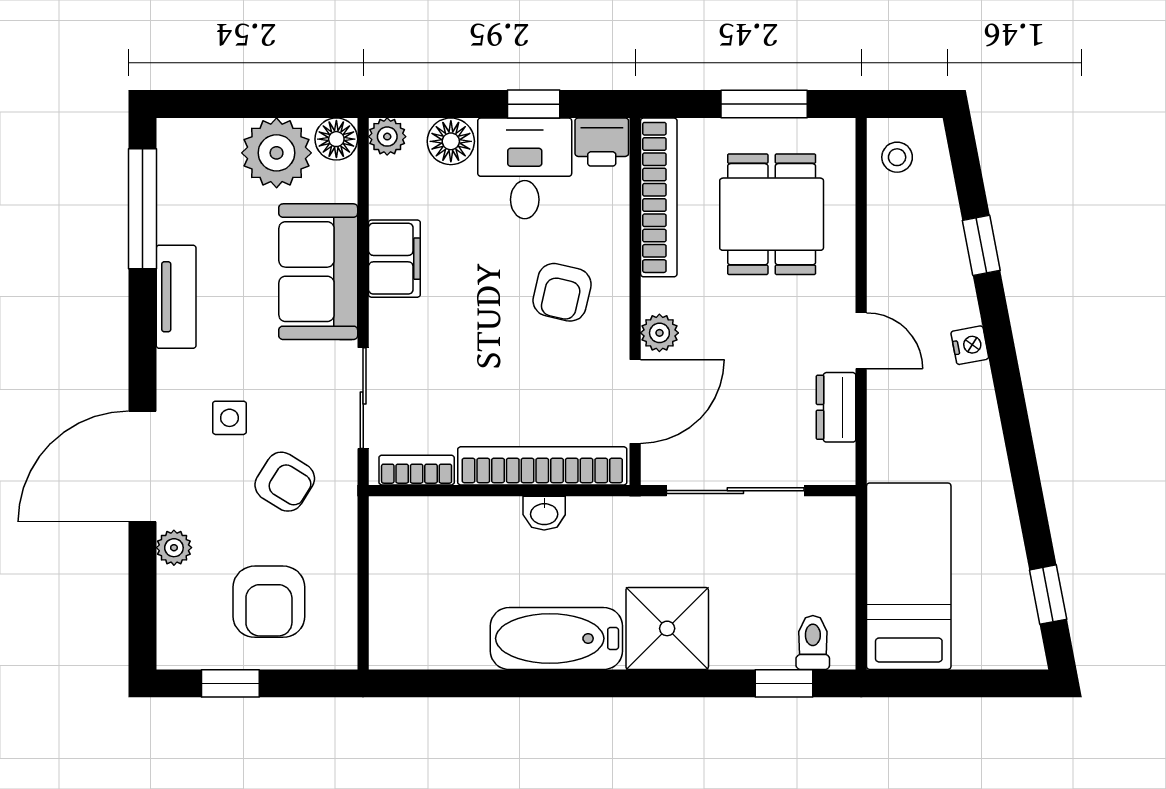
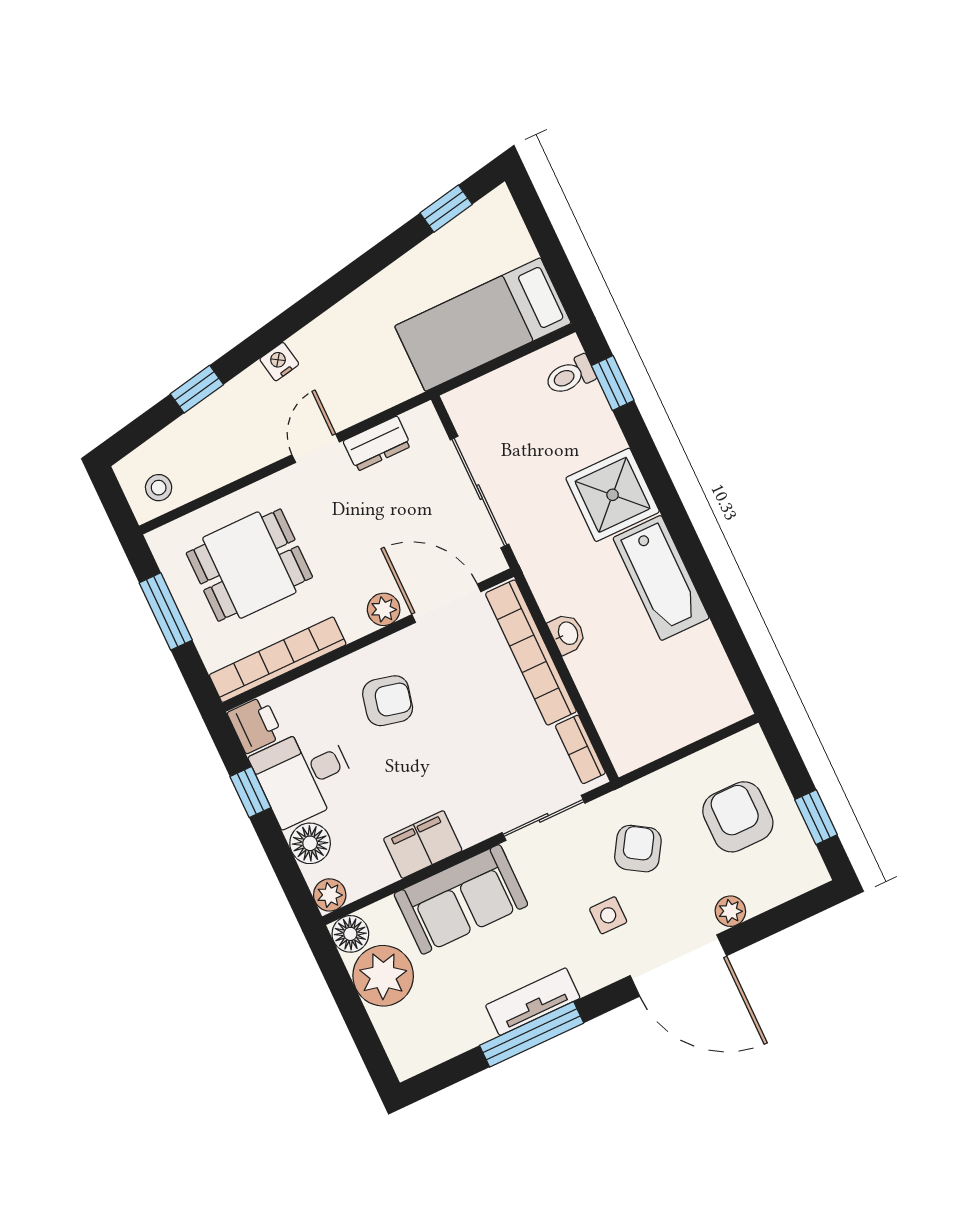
window: (143, 209) -> (532, 1034), moved
armchair: (269, 602) -> (738, 817), turned -90

